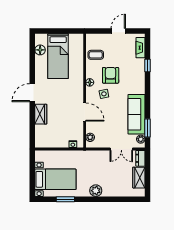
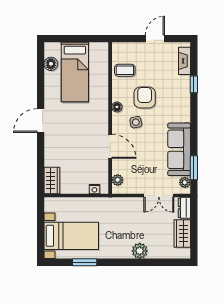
wardrobe: (41, 114) -> (52, 181), moved
plant: (96, 191) -> (140, 251), moved

